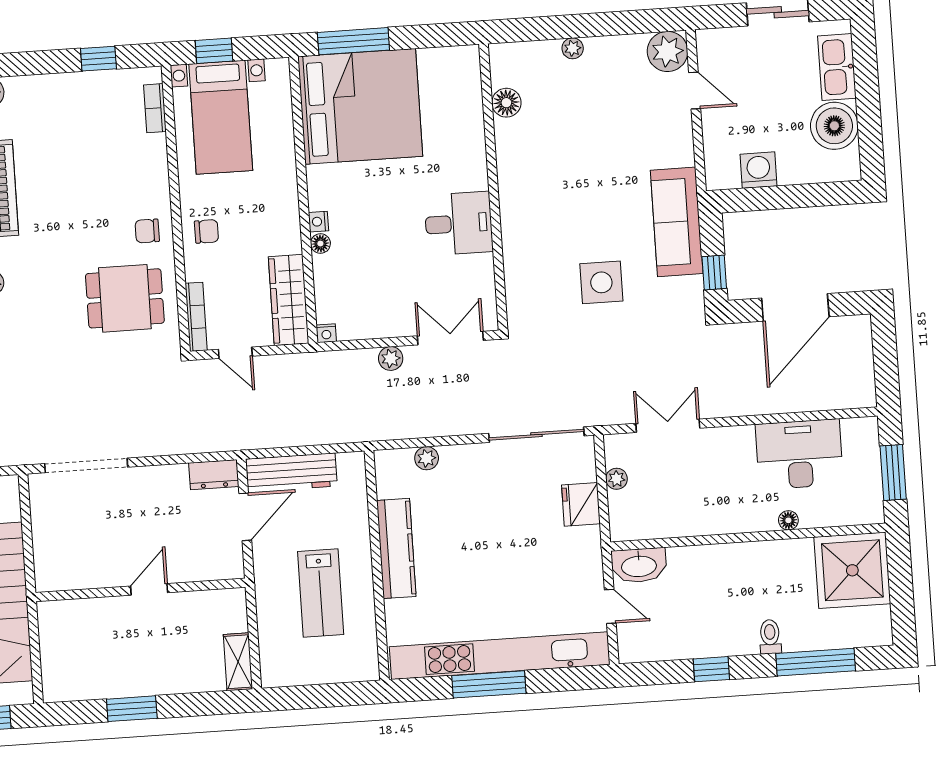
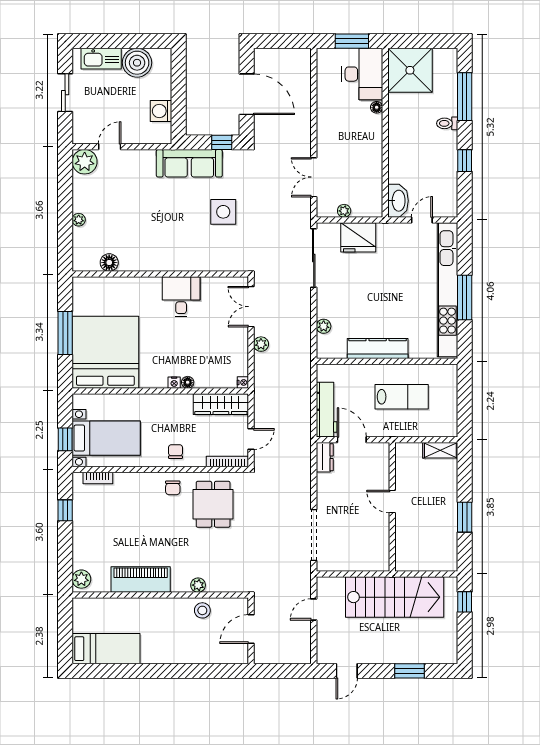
window: (353, 41) -> (65, 333), moved
desk: (799, 454) -> (362, 74), moved, turned 180
fridge: (581, 504) -> (358, 237), width x1.36, depth x1.34

